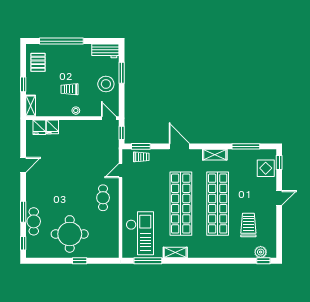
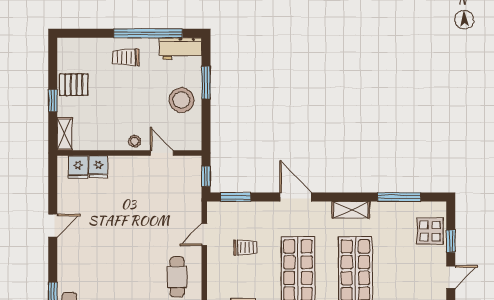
window: (61, 41) -> (148, 33), moved
pallet: (38, 62) -> (74, 85), moved, turned 90
trolley: (70, 89) -> (126, 57), moved
door: (109, 118) -> (162, 153), moved
trolley: (141, 157) -> (246, 248), moved
window: (279, 163) -> (451, 241), moved

